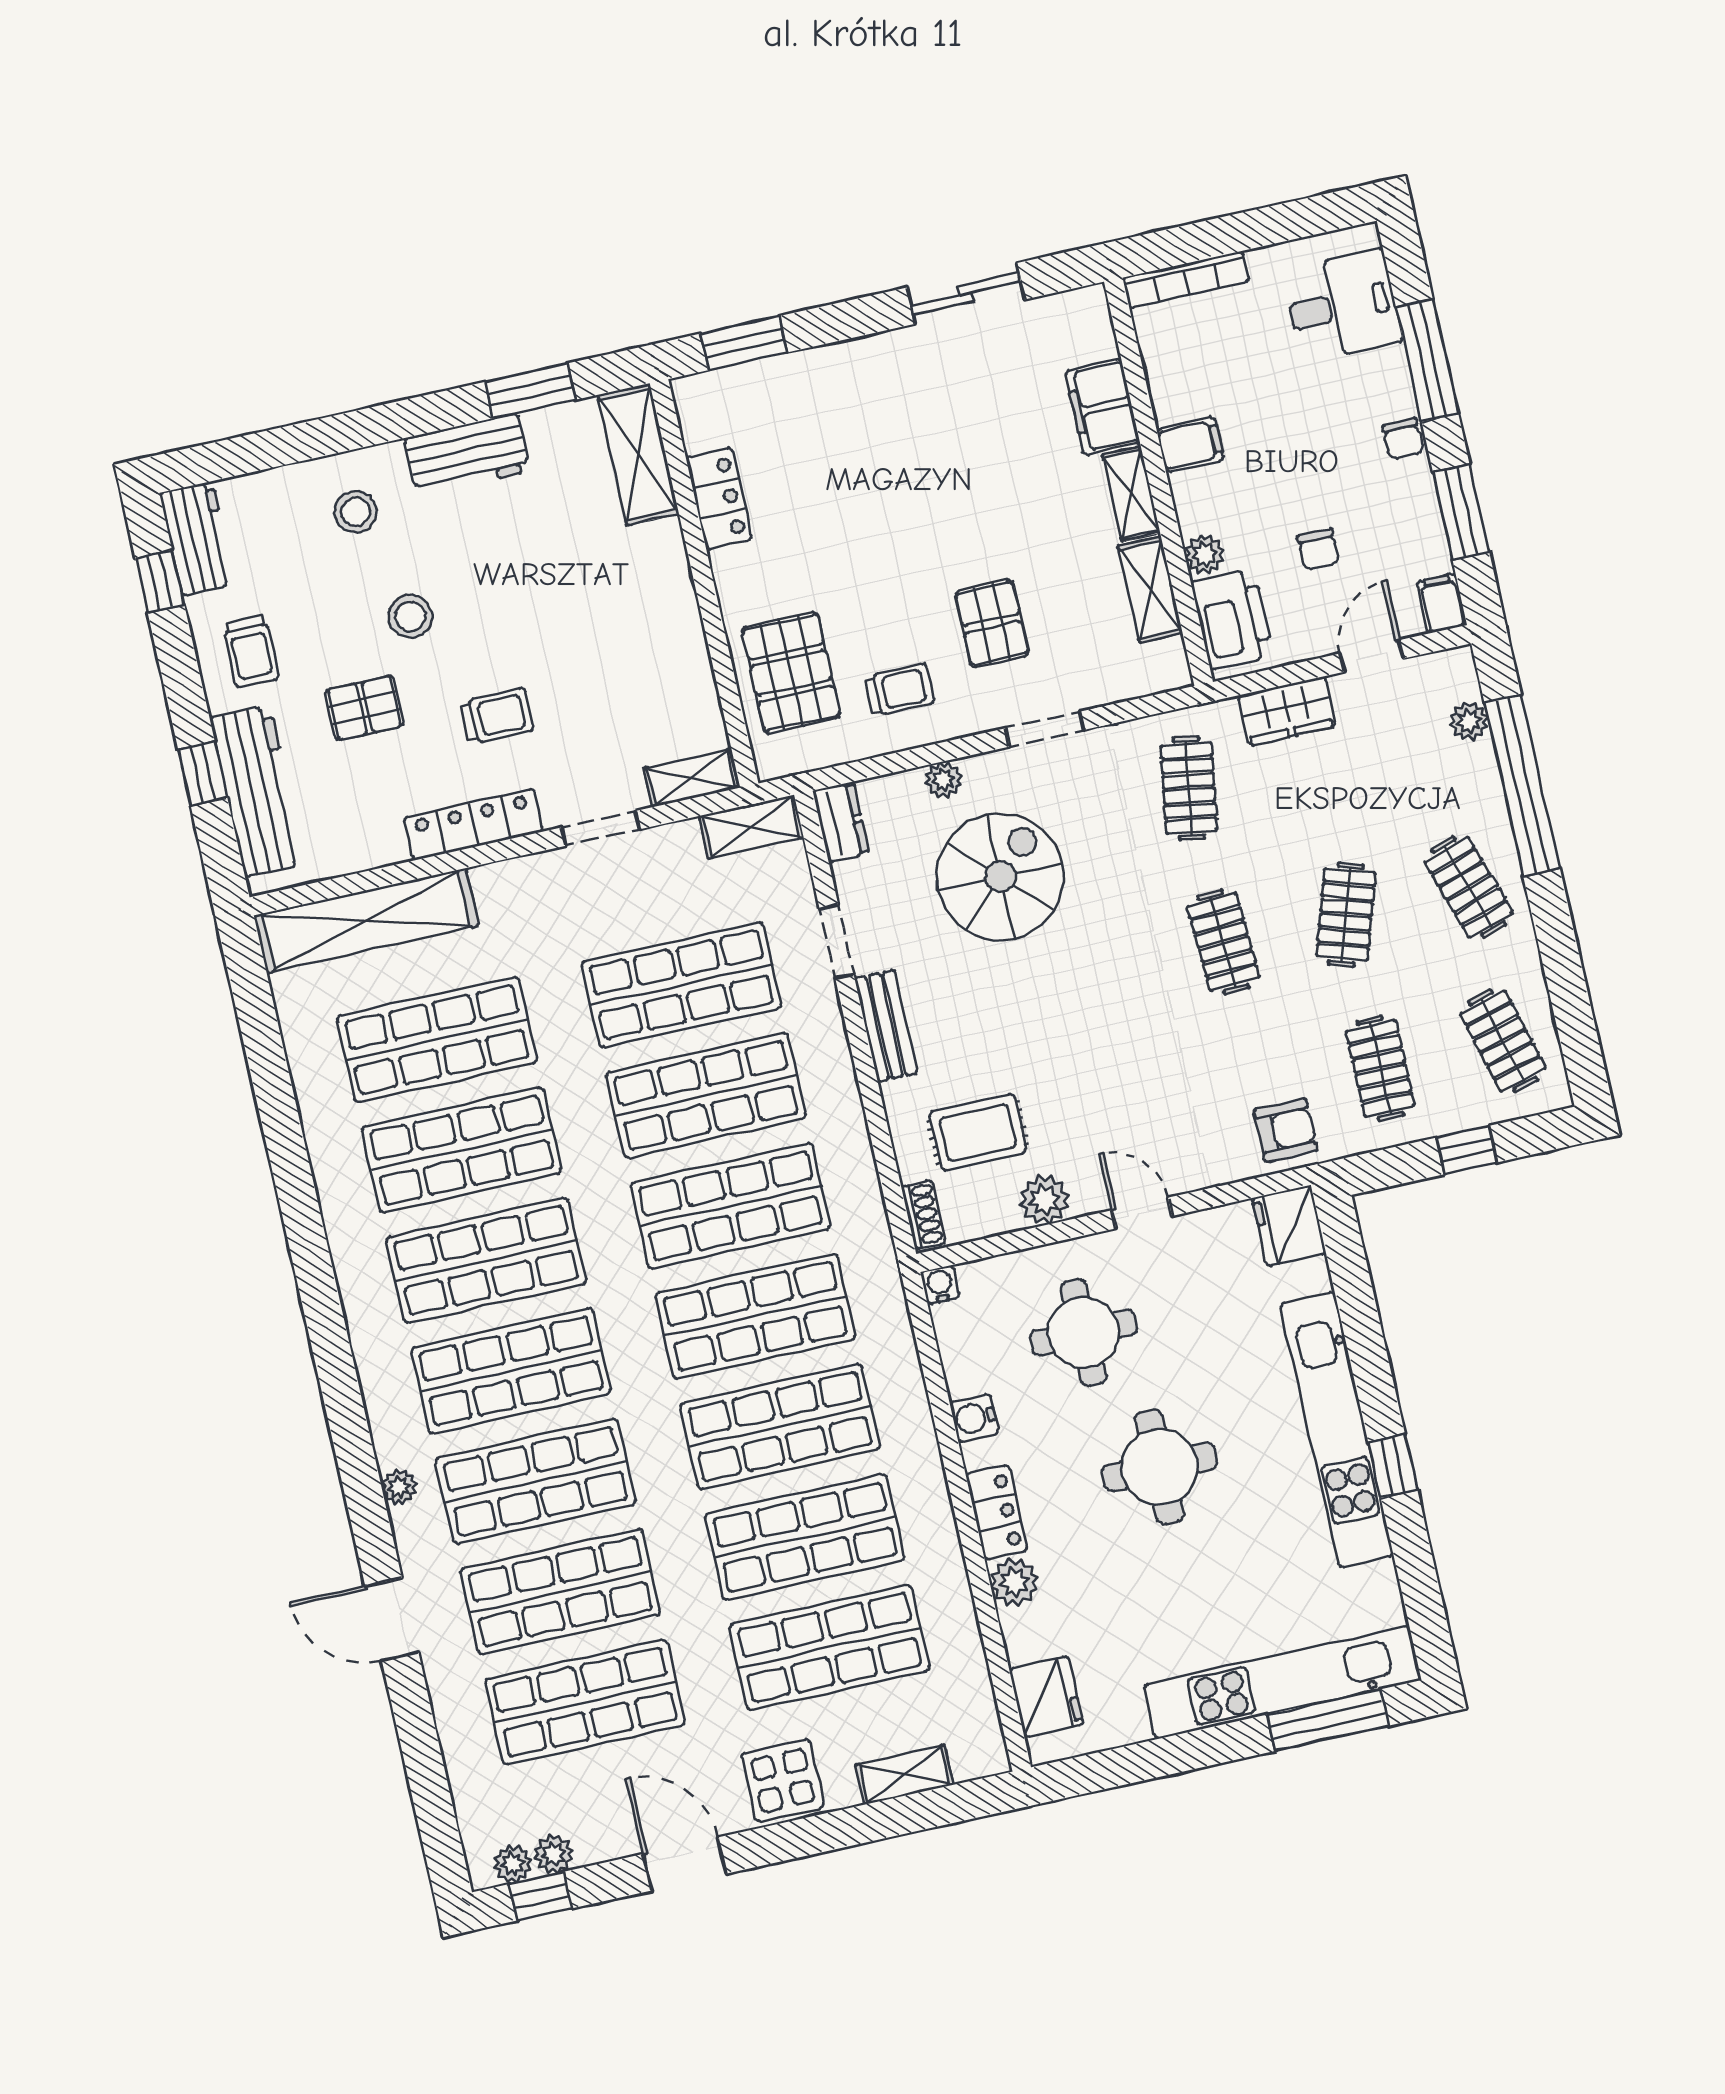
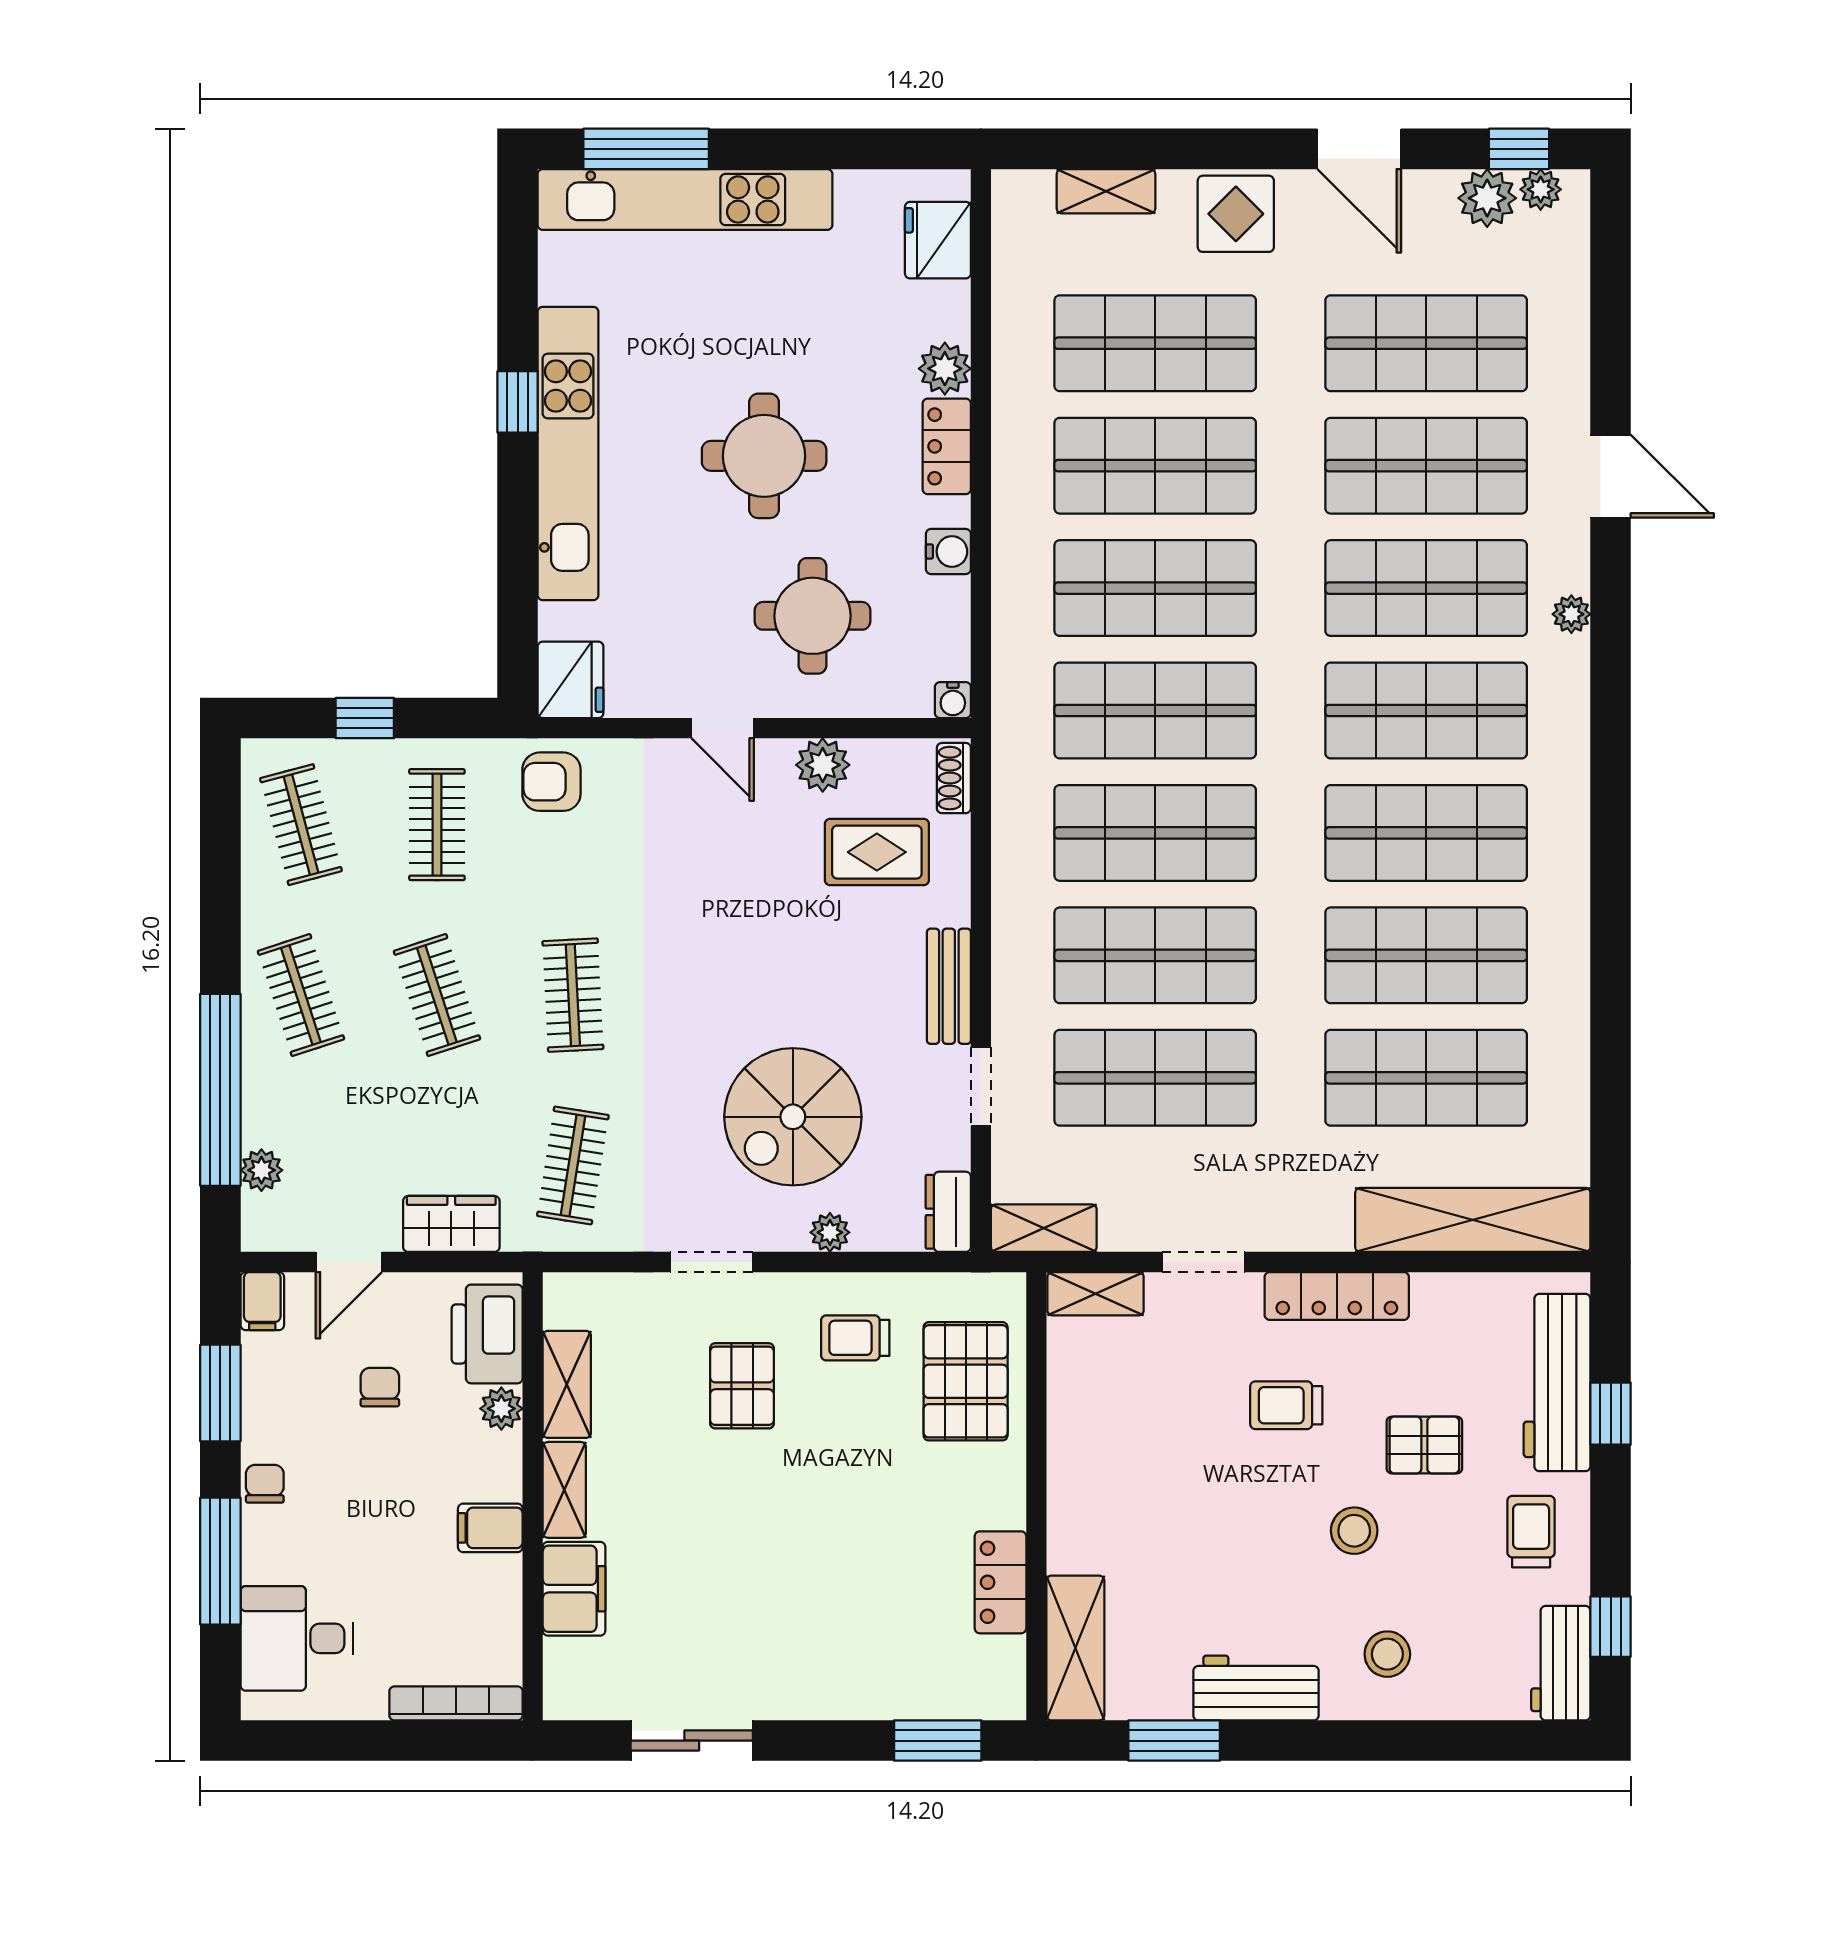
clothes rail: (1346, 915) -> (437, 995), turned -36
plant: (554, 1854) -> (1487, 198), width x1.38, depth x1.38

